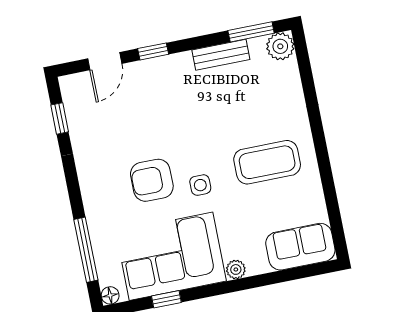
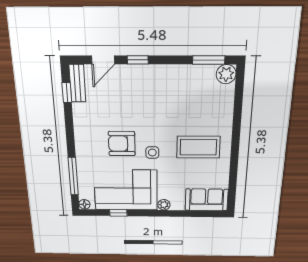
bench: (221, 55) -> (77, 83), moved, turned 90

